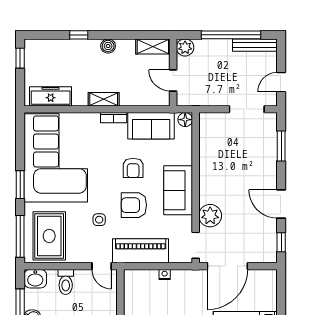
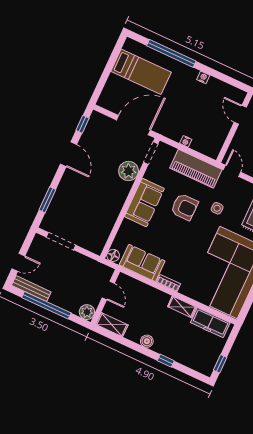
door: (281, 82) -> (18, 262), moved
shelving: (104, 99) -> (182, 307), moved
armchair: (133, 168) -> (172, 236), removed

